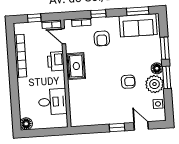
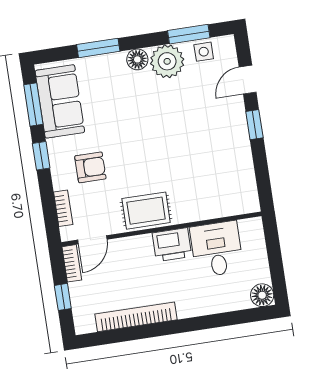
window: (98, 14) -> (41, 156), moved
printer: (56, 61) -> (172, 245), moved
window: (167, 77) -> (189, 34), moved
armchair: (128, 82) -> (167, 111), removed

